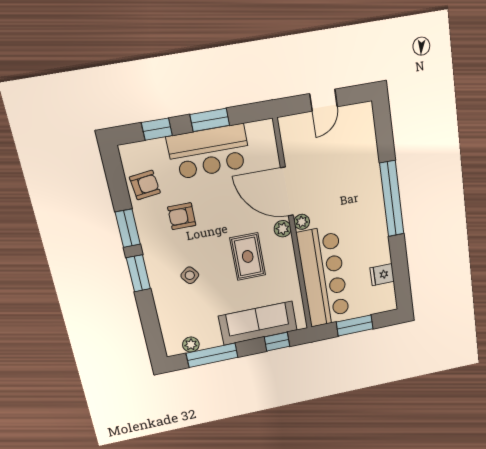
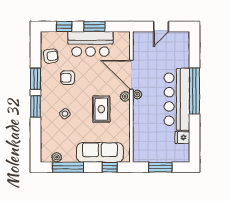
bar counter: (323, 277) -> (177, 99), moved, turned 180

